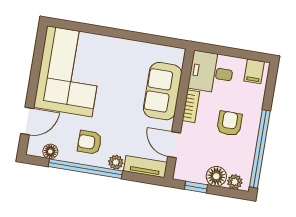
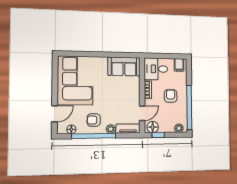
sofa: (163, 91) -> (124, 66), moved, turned -90
door: (174, 145) -> (142, 113), swing flipped
floor lamp: (216, 176) -> (153, 127), moved

